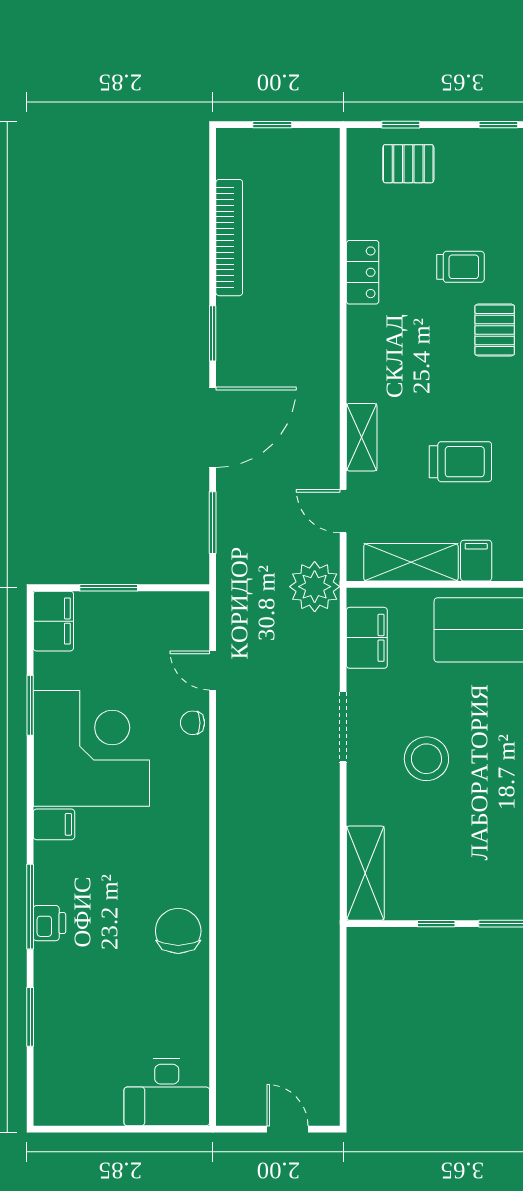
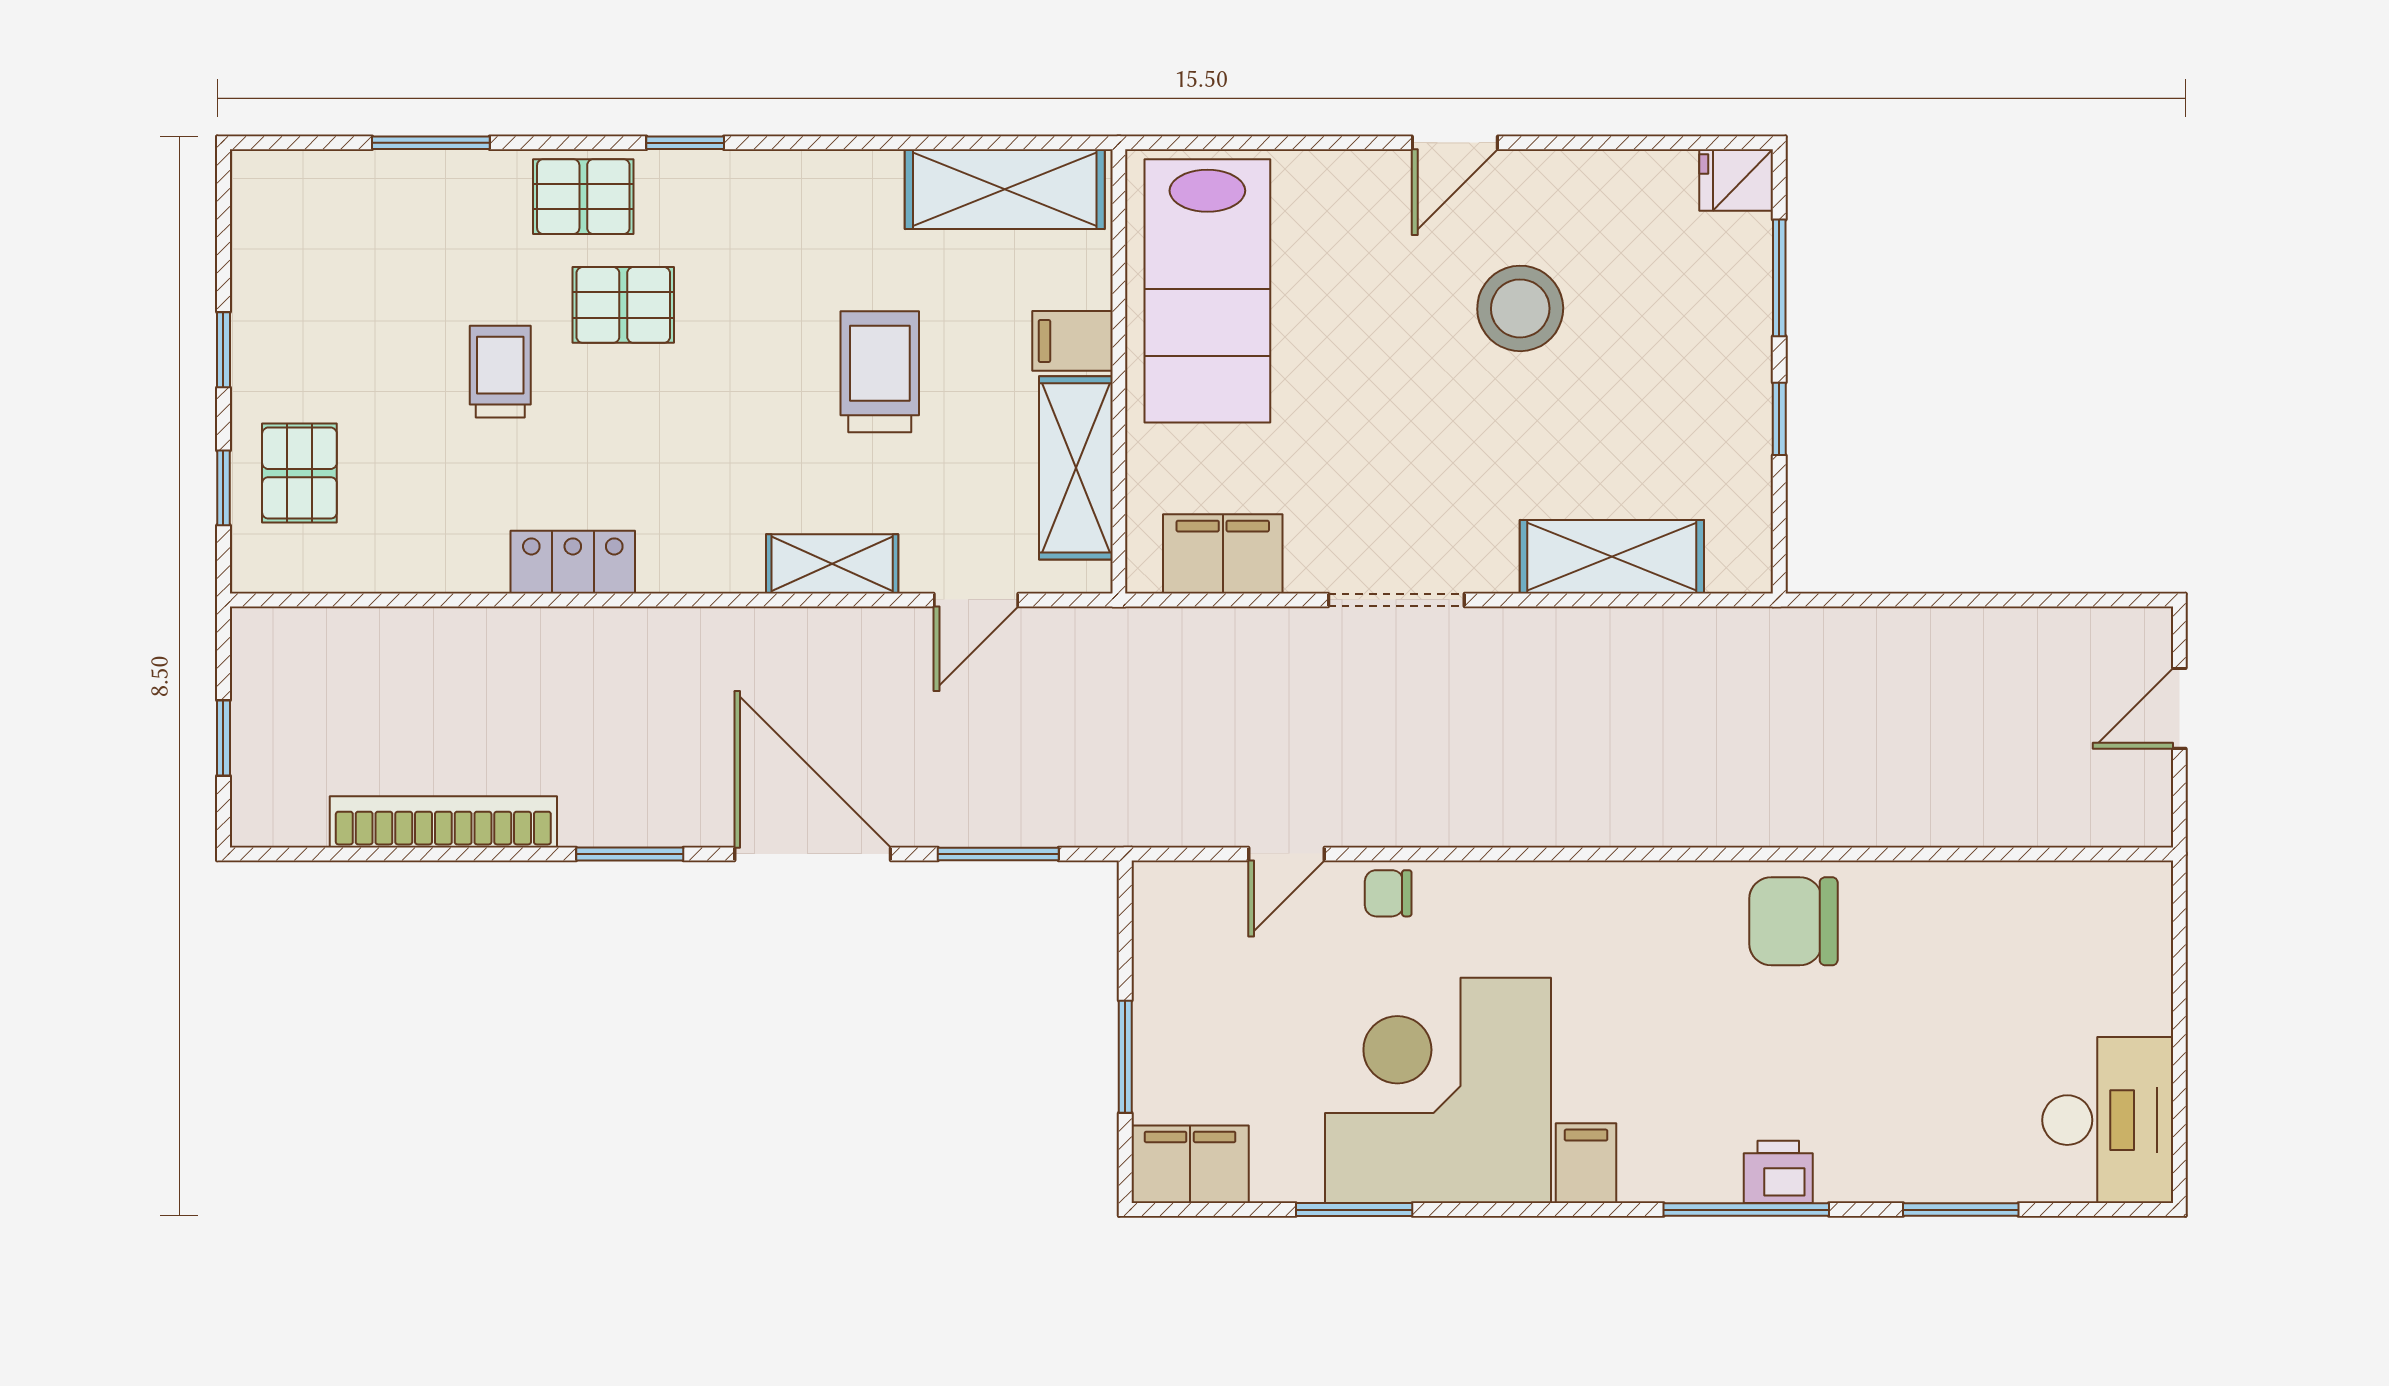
window: (498, 125) -> (223, 350), moved
locker: (363, 272) -> (573, 562), moved
plant: (315, 587) -> (1123, 656), removed
chair: (193, 723) -> (1388, 893), turned 90
stool: (426, 759) -> (1520, 308), moved
shelving: (365, 873) -> (1612, 557), moved
desk: (167, 1092) -> (2108, 1120), moved

